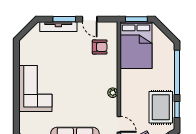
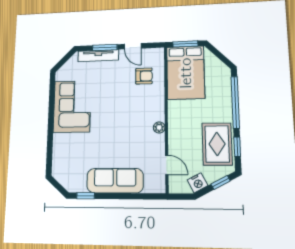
corner sofa: (35, 89) -> (72, 106), moved

